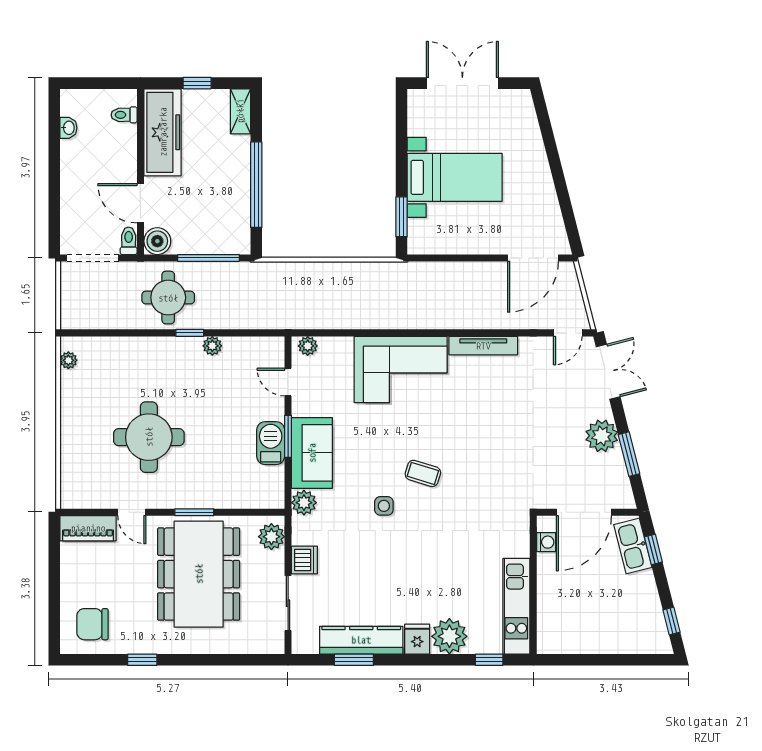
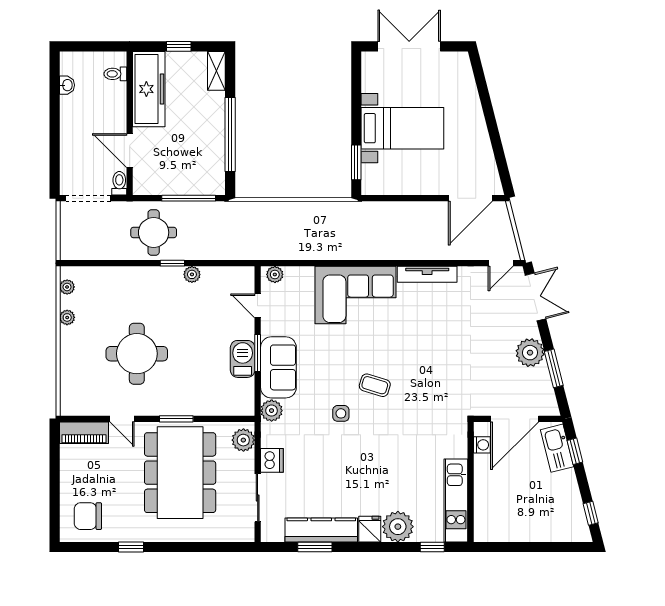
boiler: (157, 241) -> (144, 184), removed
plant: (69, 395) -> (67, 317), added

